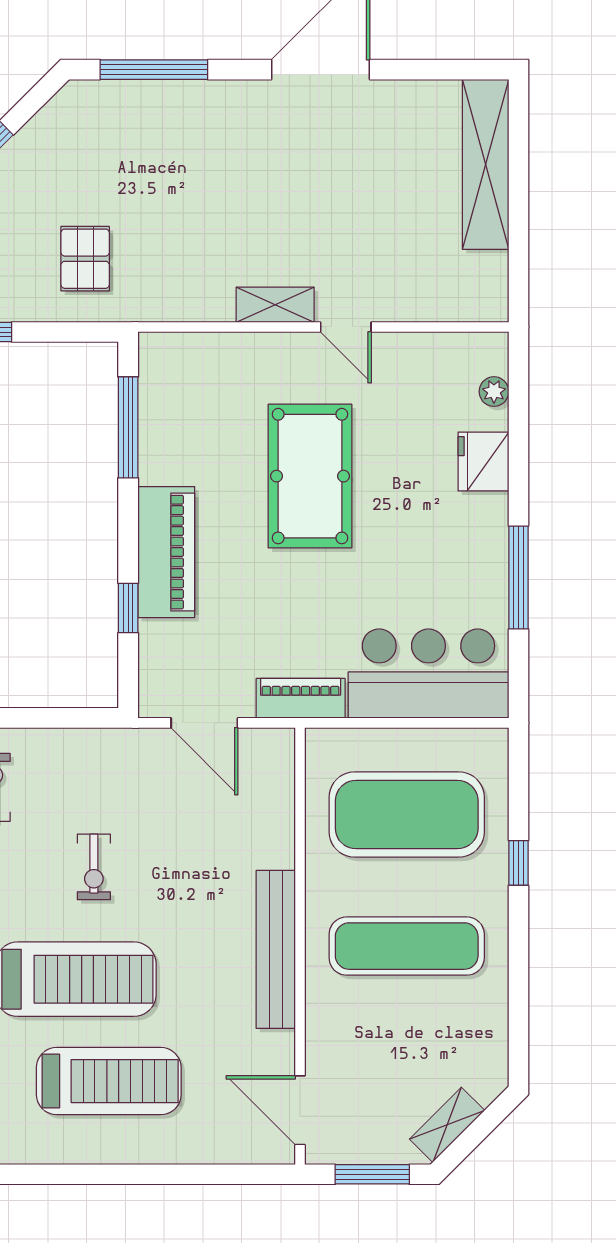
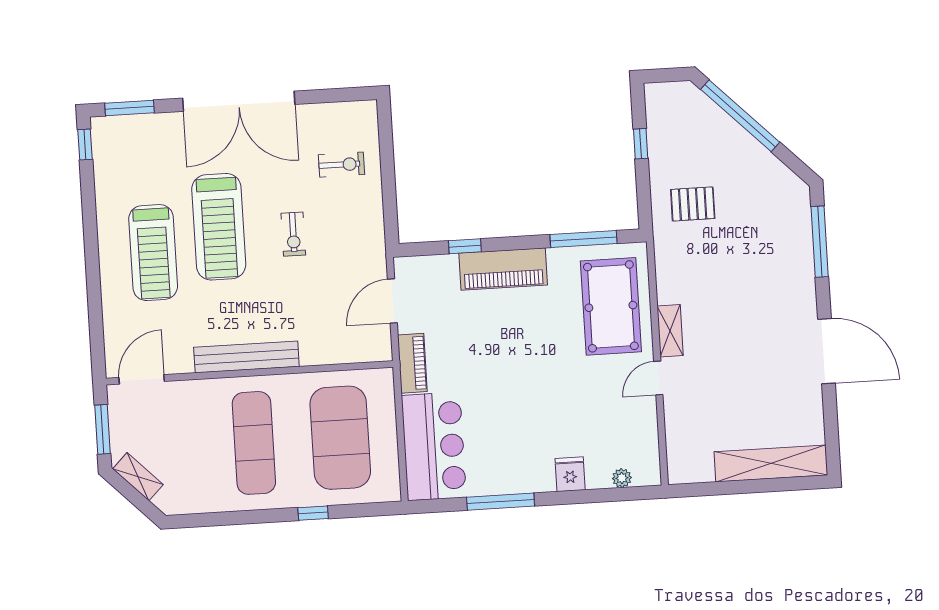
fridge: (483, 461) -> (570, 474), width x0.72
pool table: (310, 476) -> (611, 306), moved, turned 90
exercise bike: (94, 867) -> (293, 234), turned -90

